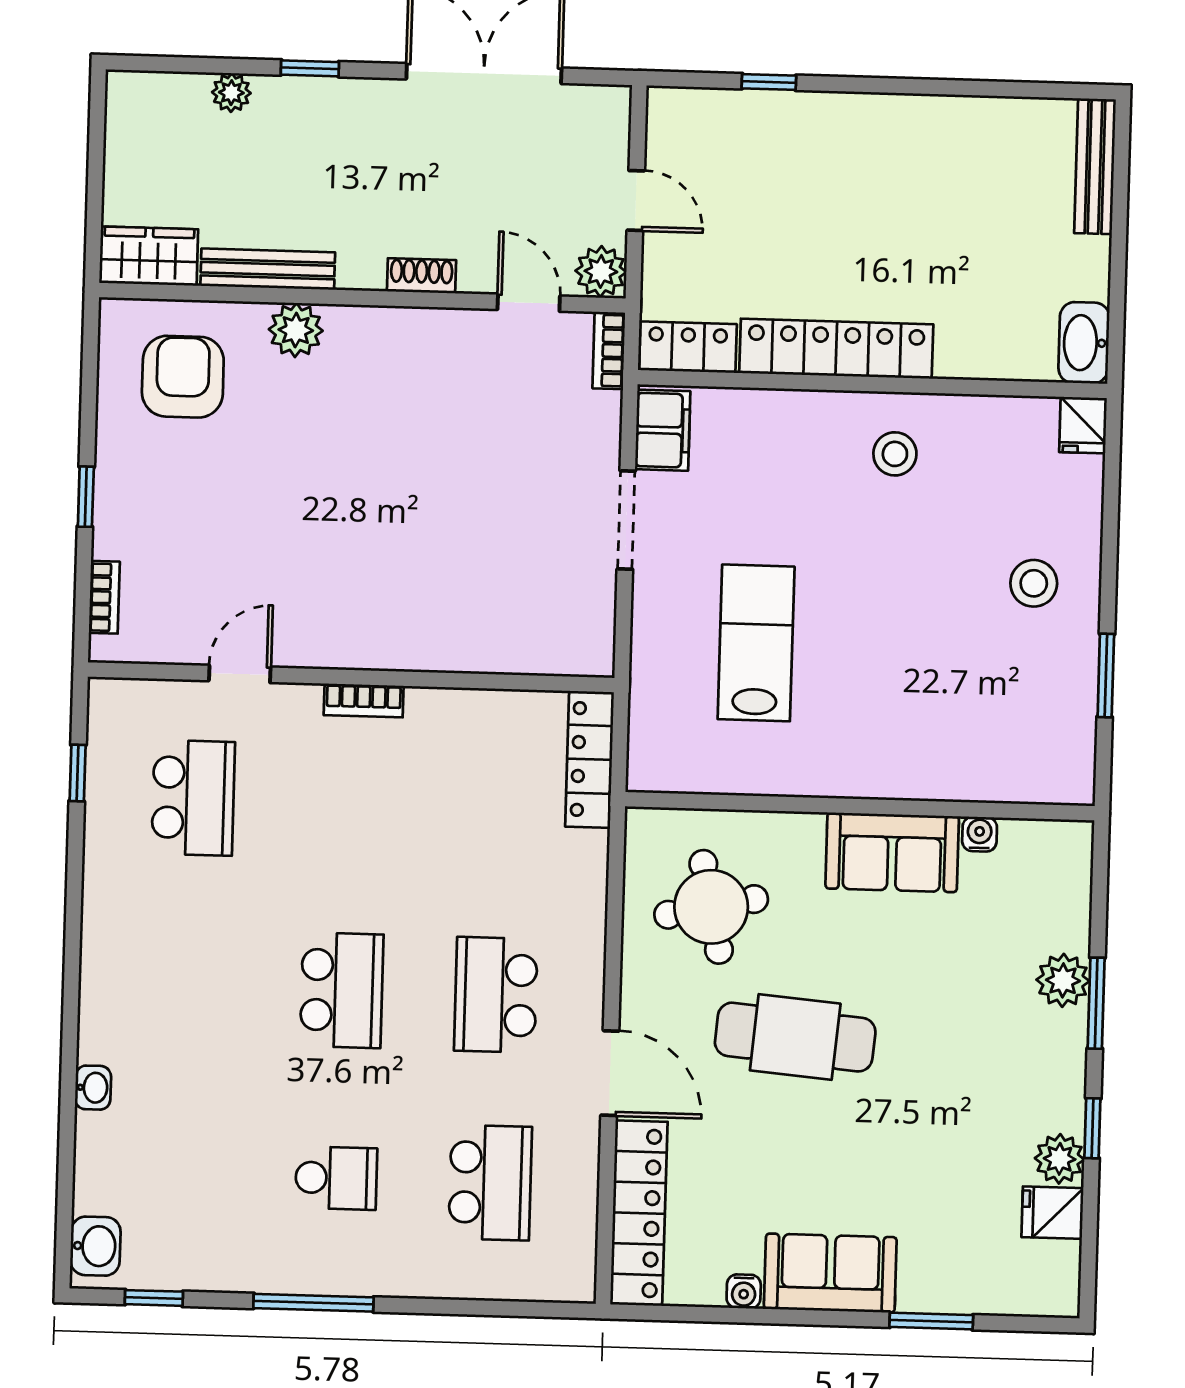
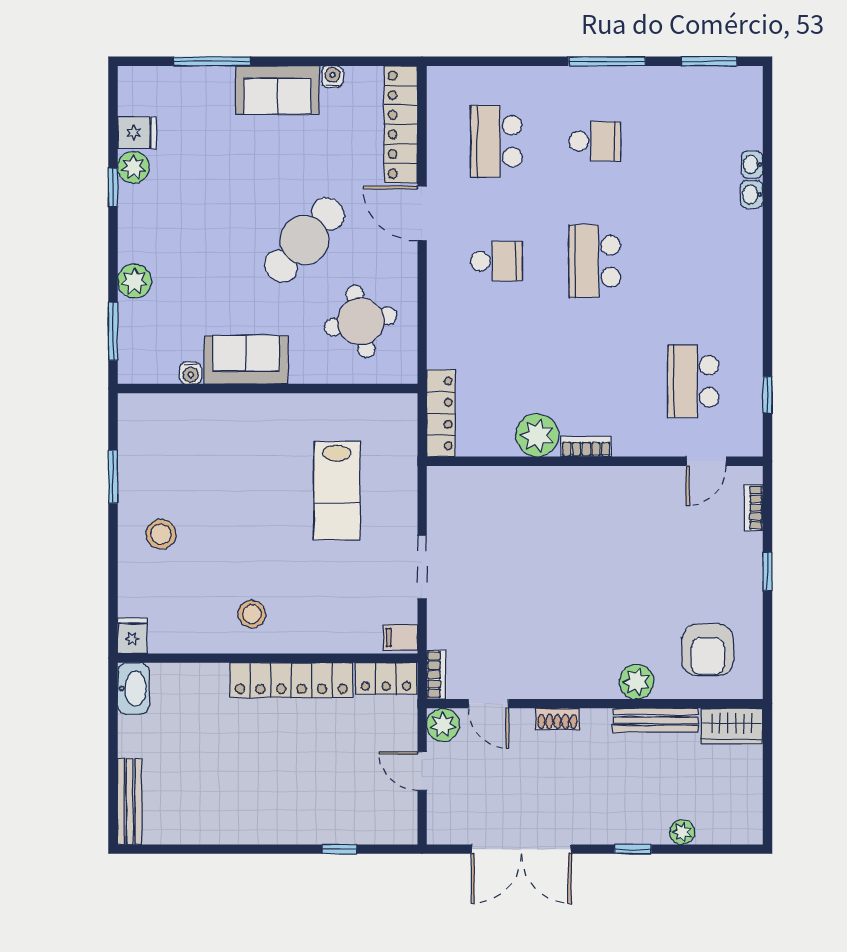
filing cabinet: (663, 430) -> (401, 638), width x0.50
door: (240, 674) -> (706, 461), moved
plant: (440, 721) -> (537, 435), added
school desk: (496, 995) -> (496, 261), width x0.54
window: (1096, 1003) -> (113, 331), moved
cafe table: (795, 1037) -> (304, 240), turned -53
school desk: (336, 1178) -> (595, 141), turned 180
washbasin: (95, 1246) -> (752, 165), moved, width x0.72, depth x0.69
window: (154, 1298) -> (709, 61), width x1.50
window: (931, 1321) -> (212, 61), width x1.44

